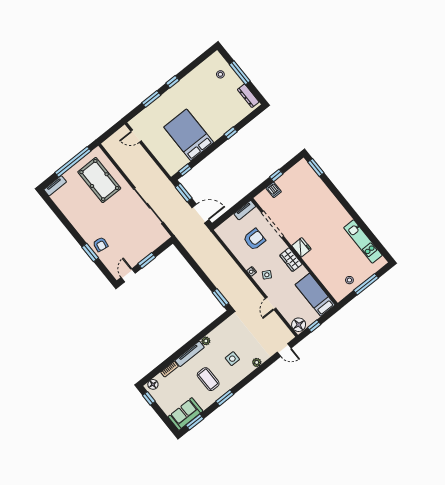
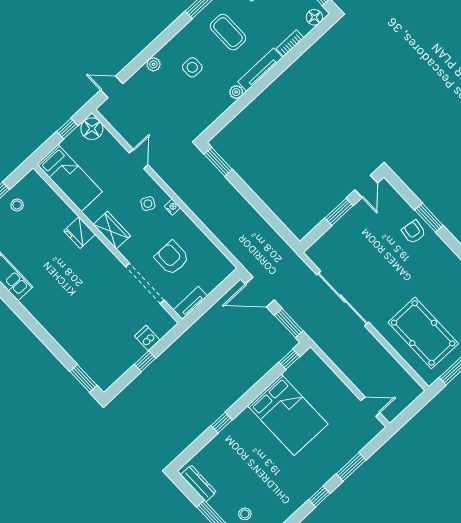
armchair: (254, 239) -> (172, 258), turned 90
fridge: (301, 247) -> (80, 233), moved

